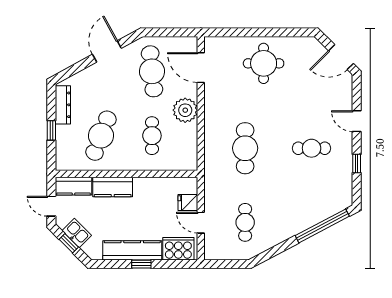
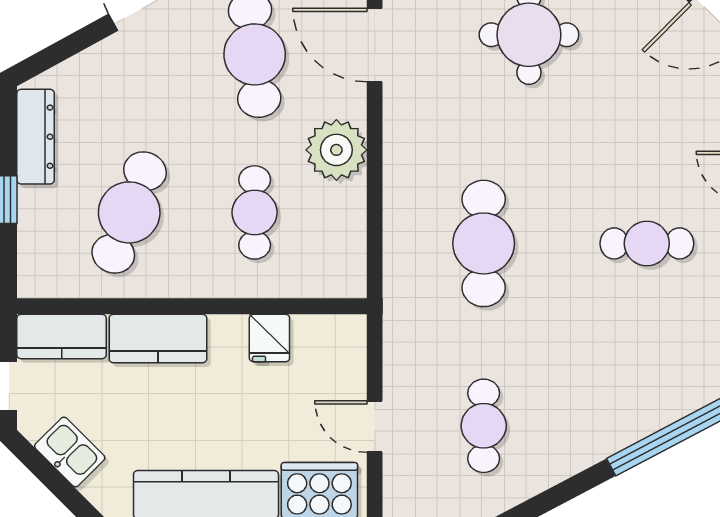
fridge: (188, 203) -> (269, 338), moved, turned -90
window: (69, 243) -> (50, 477), removed

